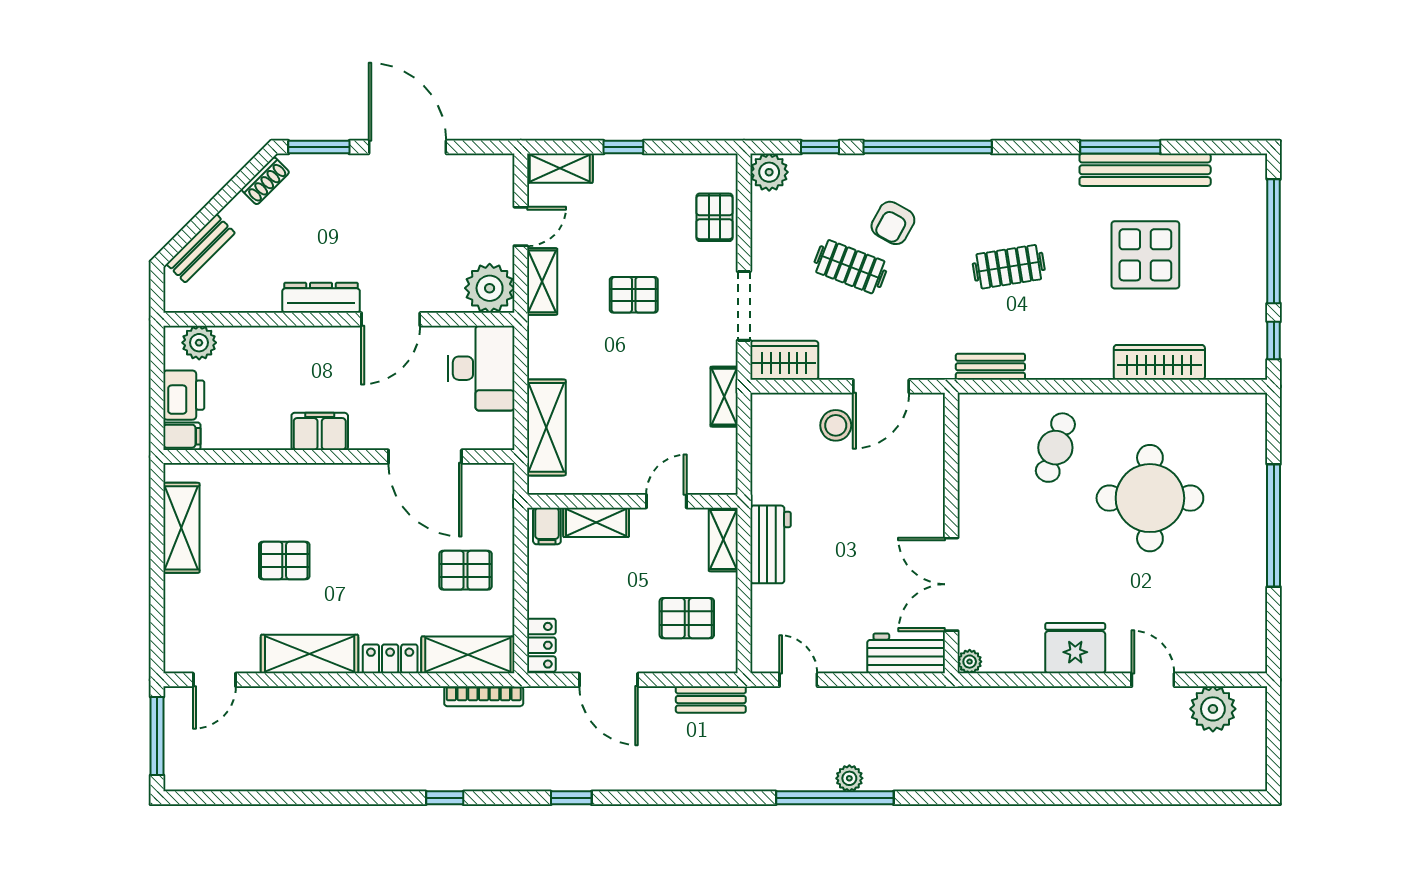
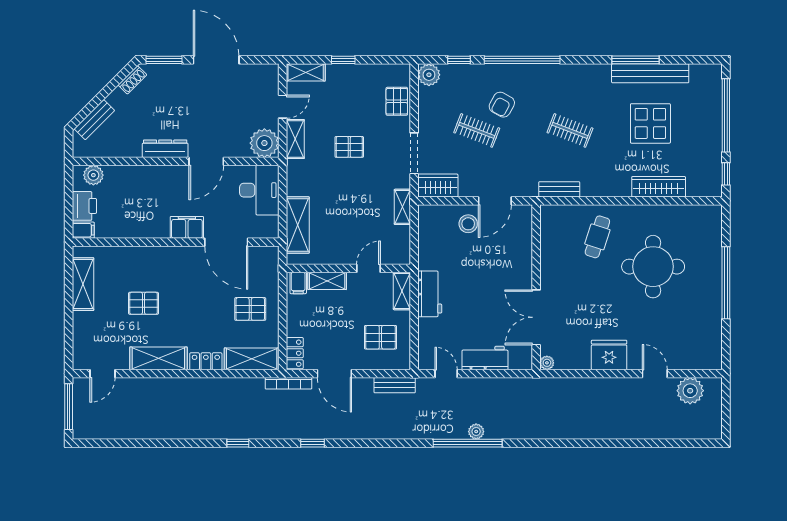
clothes rail: (1009, 267) -> (570, 130), turned 30
filing cabinet: (320, 431) -> (187, 227), moved
workbench: (906, 653) -> (485, 358), moved
bookcase: (484, 696) -> (288, 383), moved

